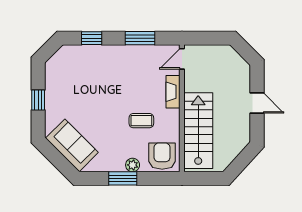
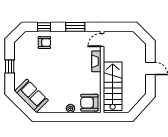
armchair: (92, 63) -> (44, 43), added
coffee table: (141, 121) -> (76, 80), removed
armchair: (162, 156) -> (89, 103), turned -90
window: (123, 178) -> (64, 117), removed

